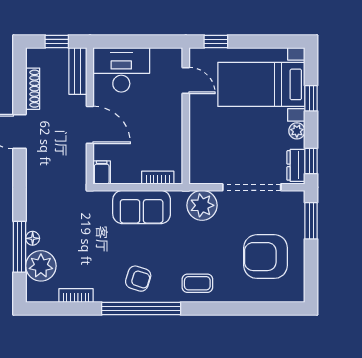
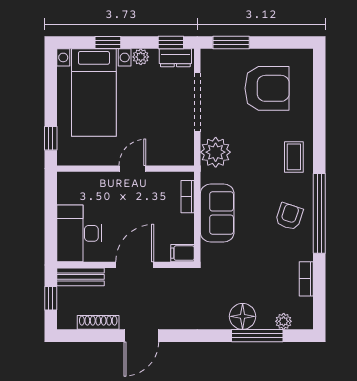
door: (186, 81) -> (132, 169), moved
floor lamp: (33, 238) -> (243, 316), width x1.89, depth x1.89
armchair: (266, 257) -> (267, 88), turned -90
plant: (41, 266) -> (284, 321), width x0.53, depth x0.53

